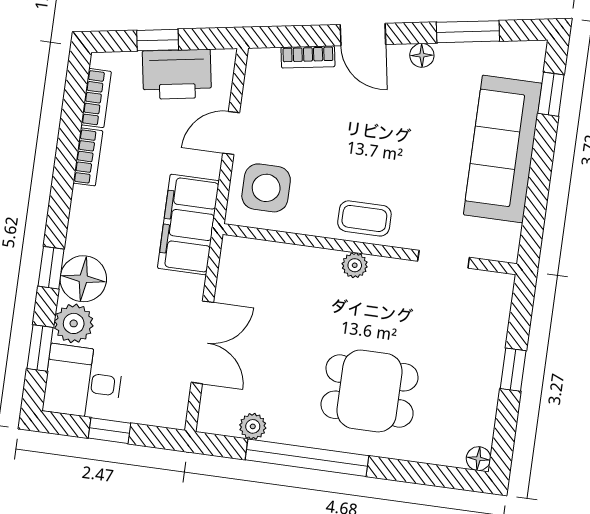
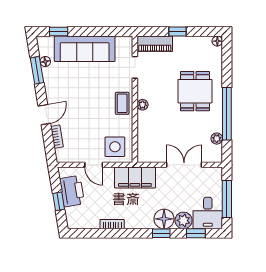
floor lamp: (422, 55) -> (45, 62), moved
bookcase: (96, 98) -> (87, 224), removed
piano: (492, 313) -> (155, 44), added
window: (110, 431) -> (227, 199), width x2.17

